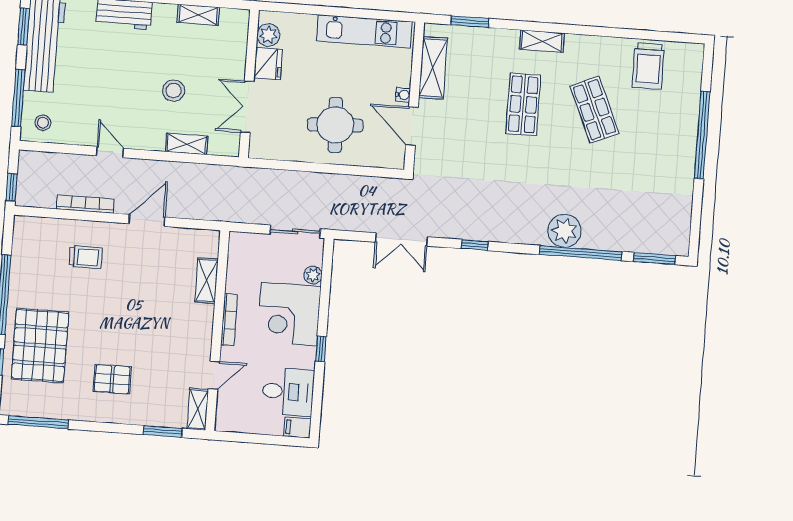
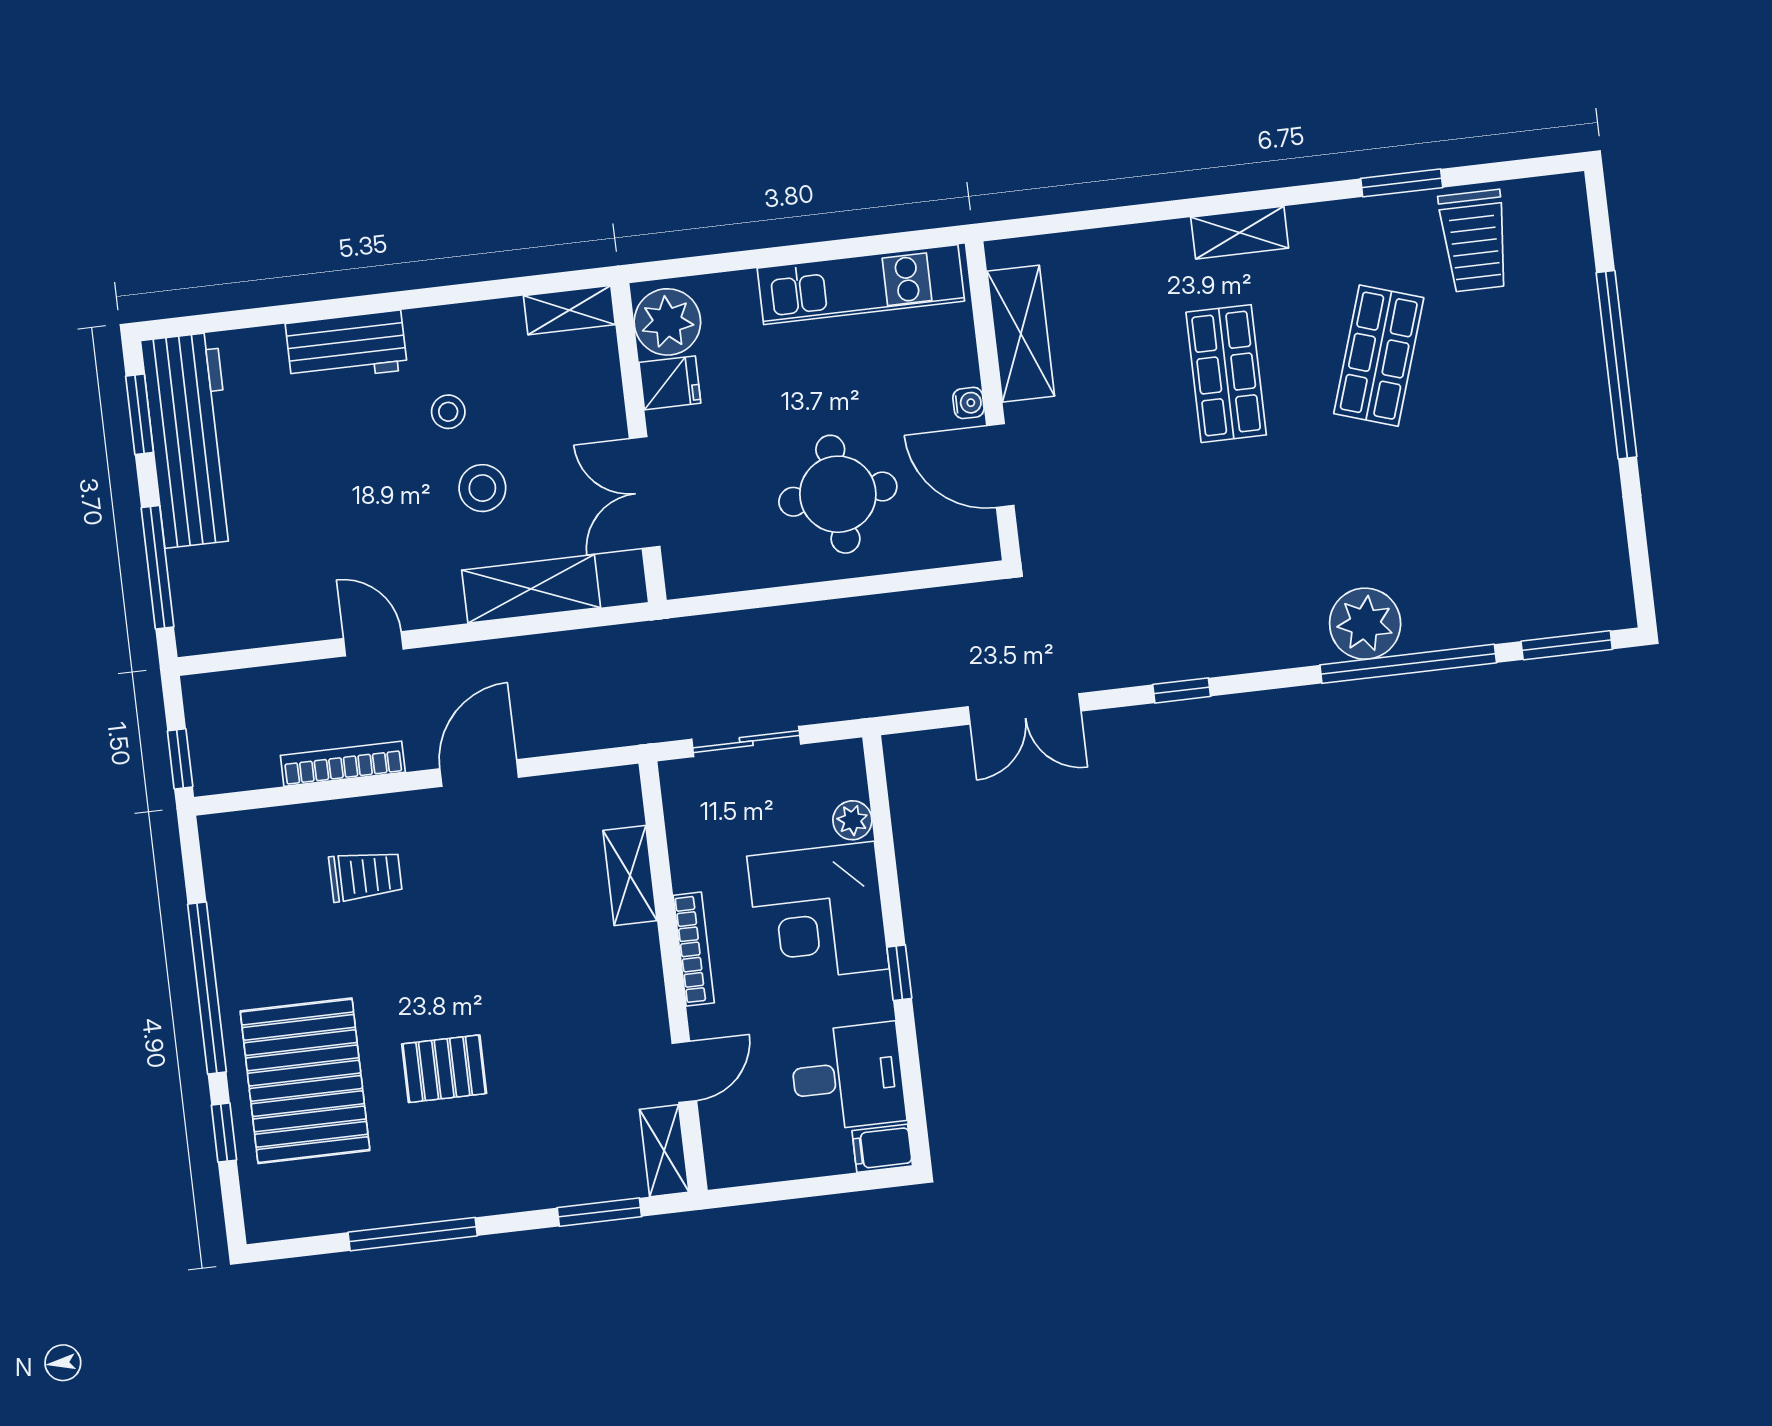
shelving: (198, 15) -> (569, 310), moved
window: (470, 22) -> (1402, 183), moved
plant: (268, 35) -> (667, 322), width x1.36, depth x1.36
fridge: (268, 63) -> (670, 383), width x0.72
shop shelf: (594, 110) -> (1379, 356), turned 42
stool: (43, 123) -> (448, 412), moved
shelving: (187, 144) -> (531, 589), width x1.50, depth x1.33
sliding door: (295, 232) -> (746, 742), moved
pallet: (112, 379) -> (444, 1069), moved
window: (38, 422) -> (413, 1234), moved

